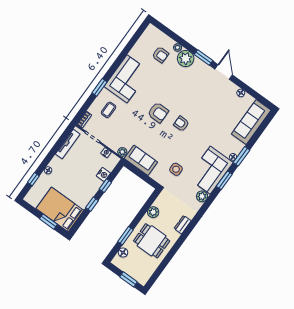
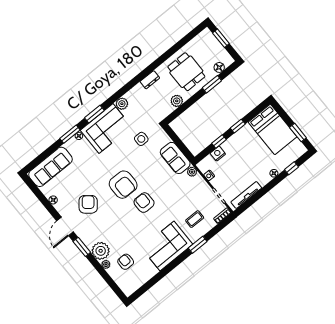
armchair: (208, 97) -> (88, 204), added
armchair: (181, 124) -> (123, 185), width x1.88, depth x1.88
window: (48, 222) -> (298, 133), moved

